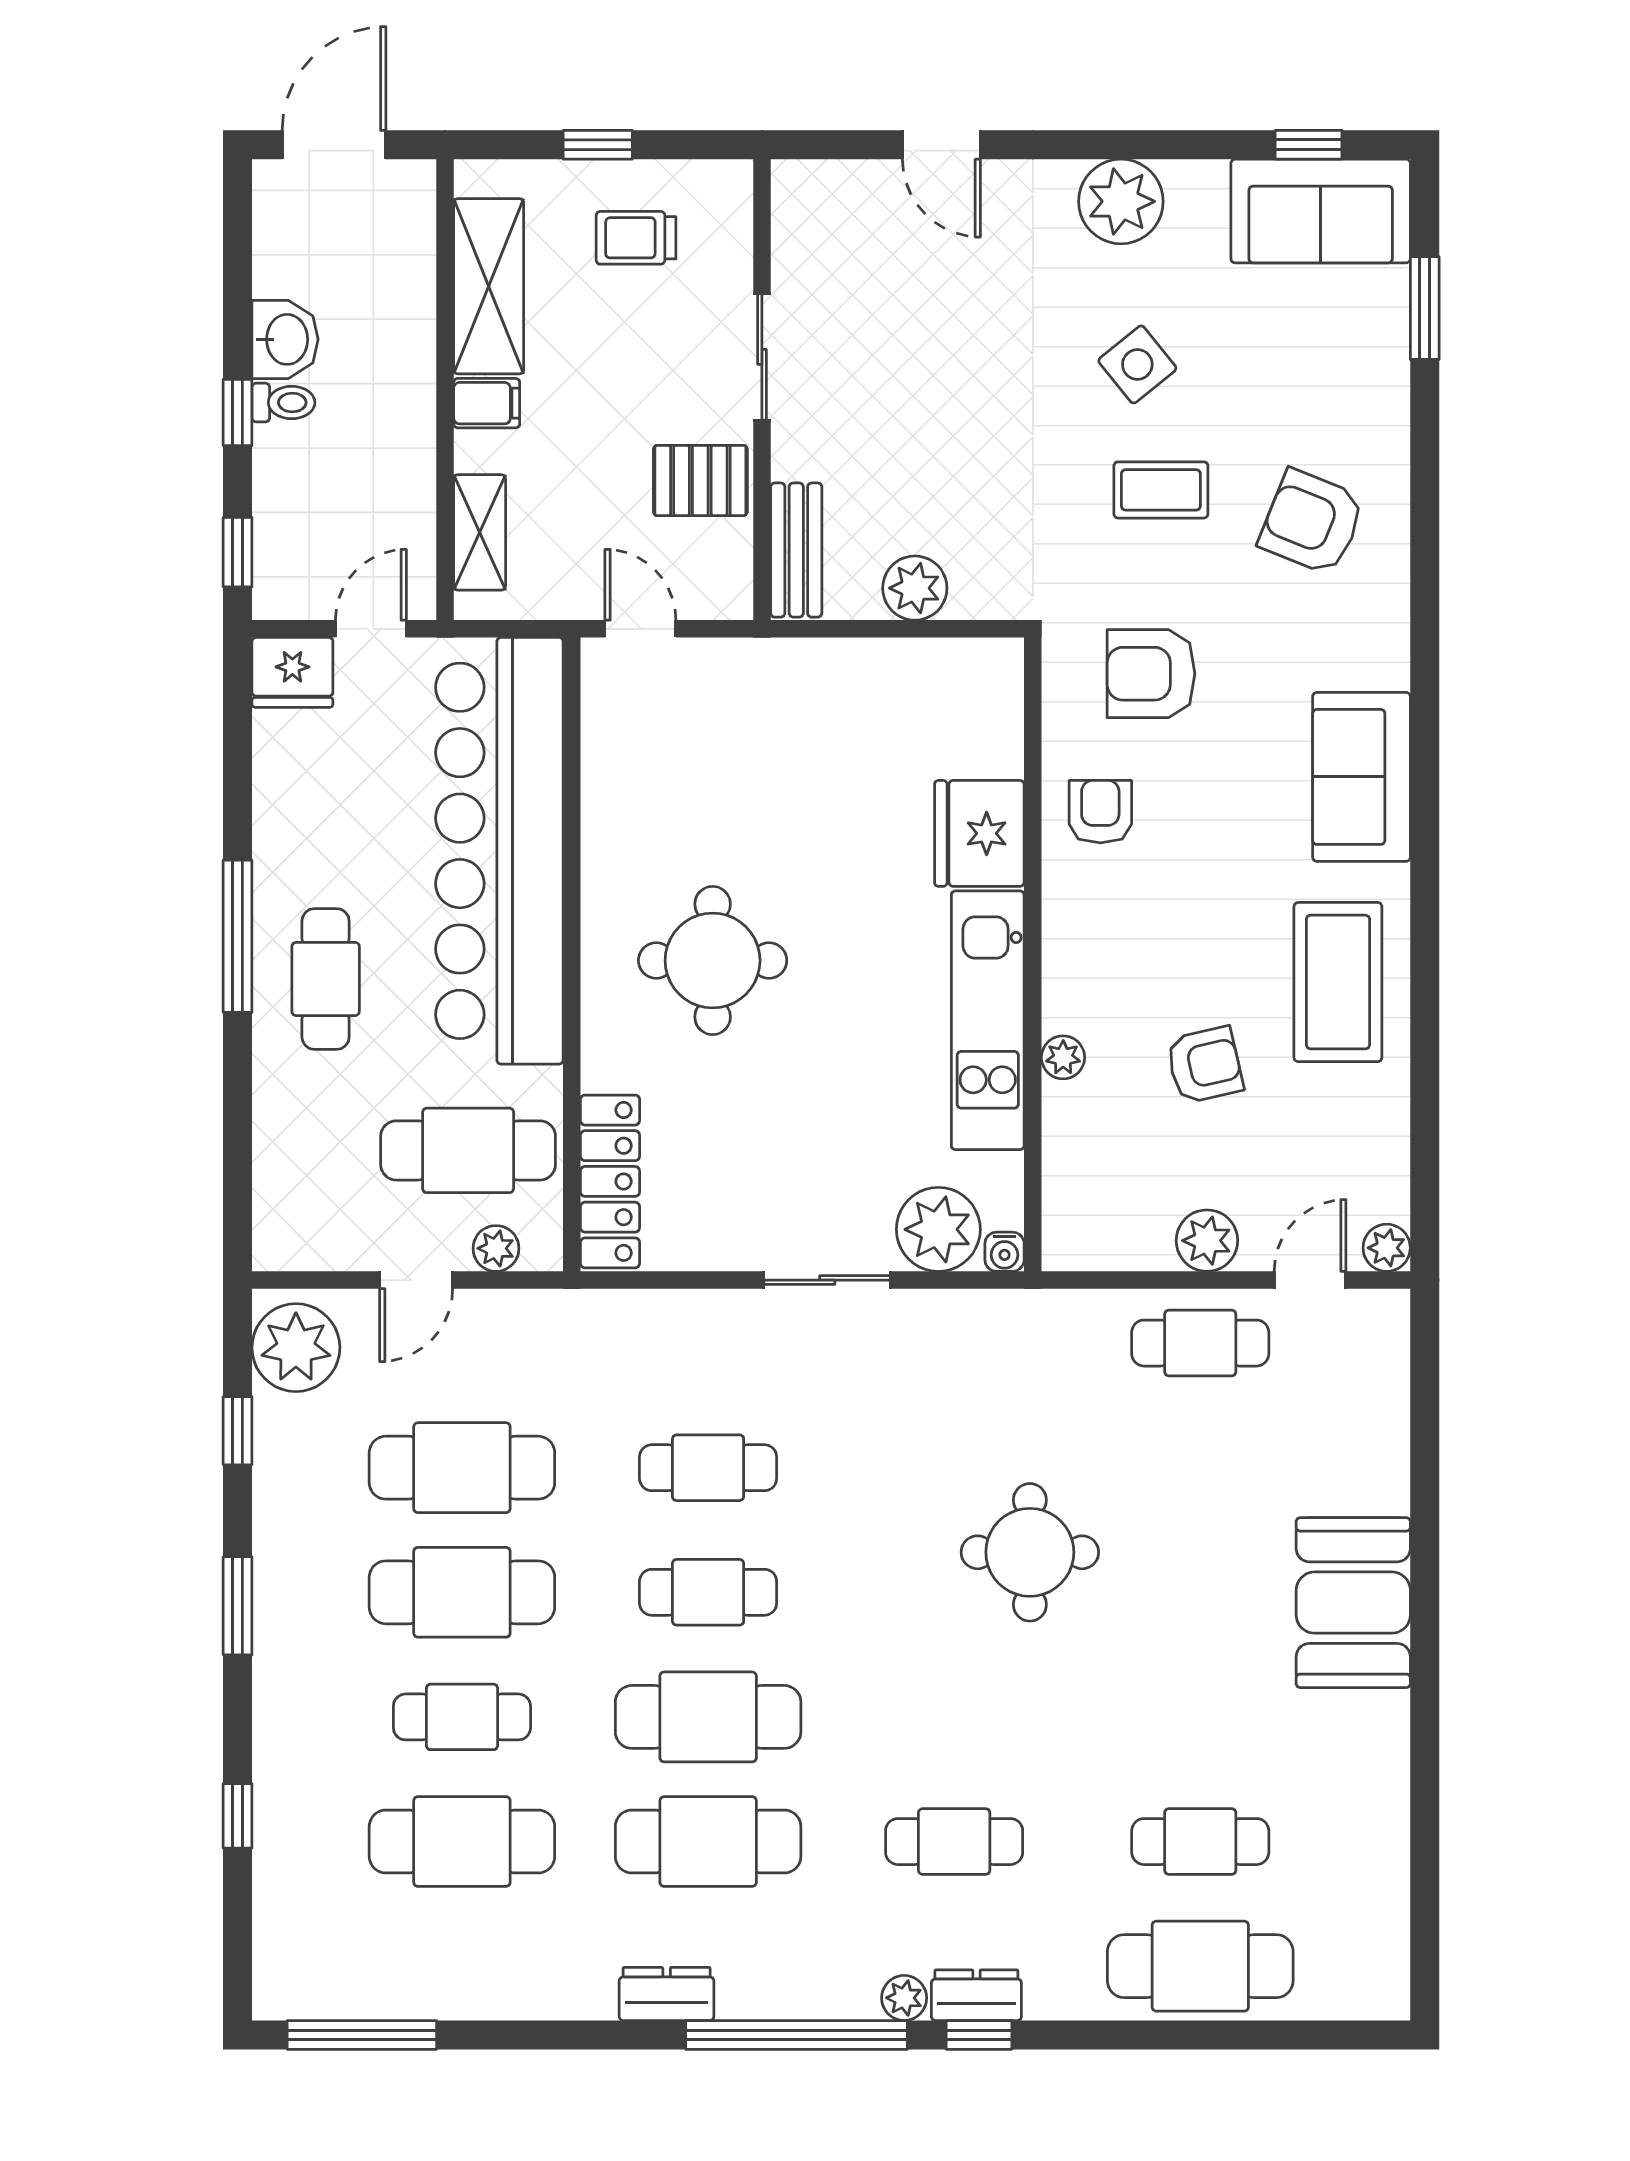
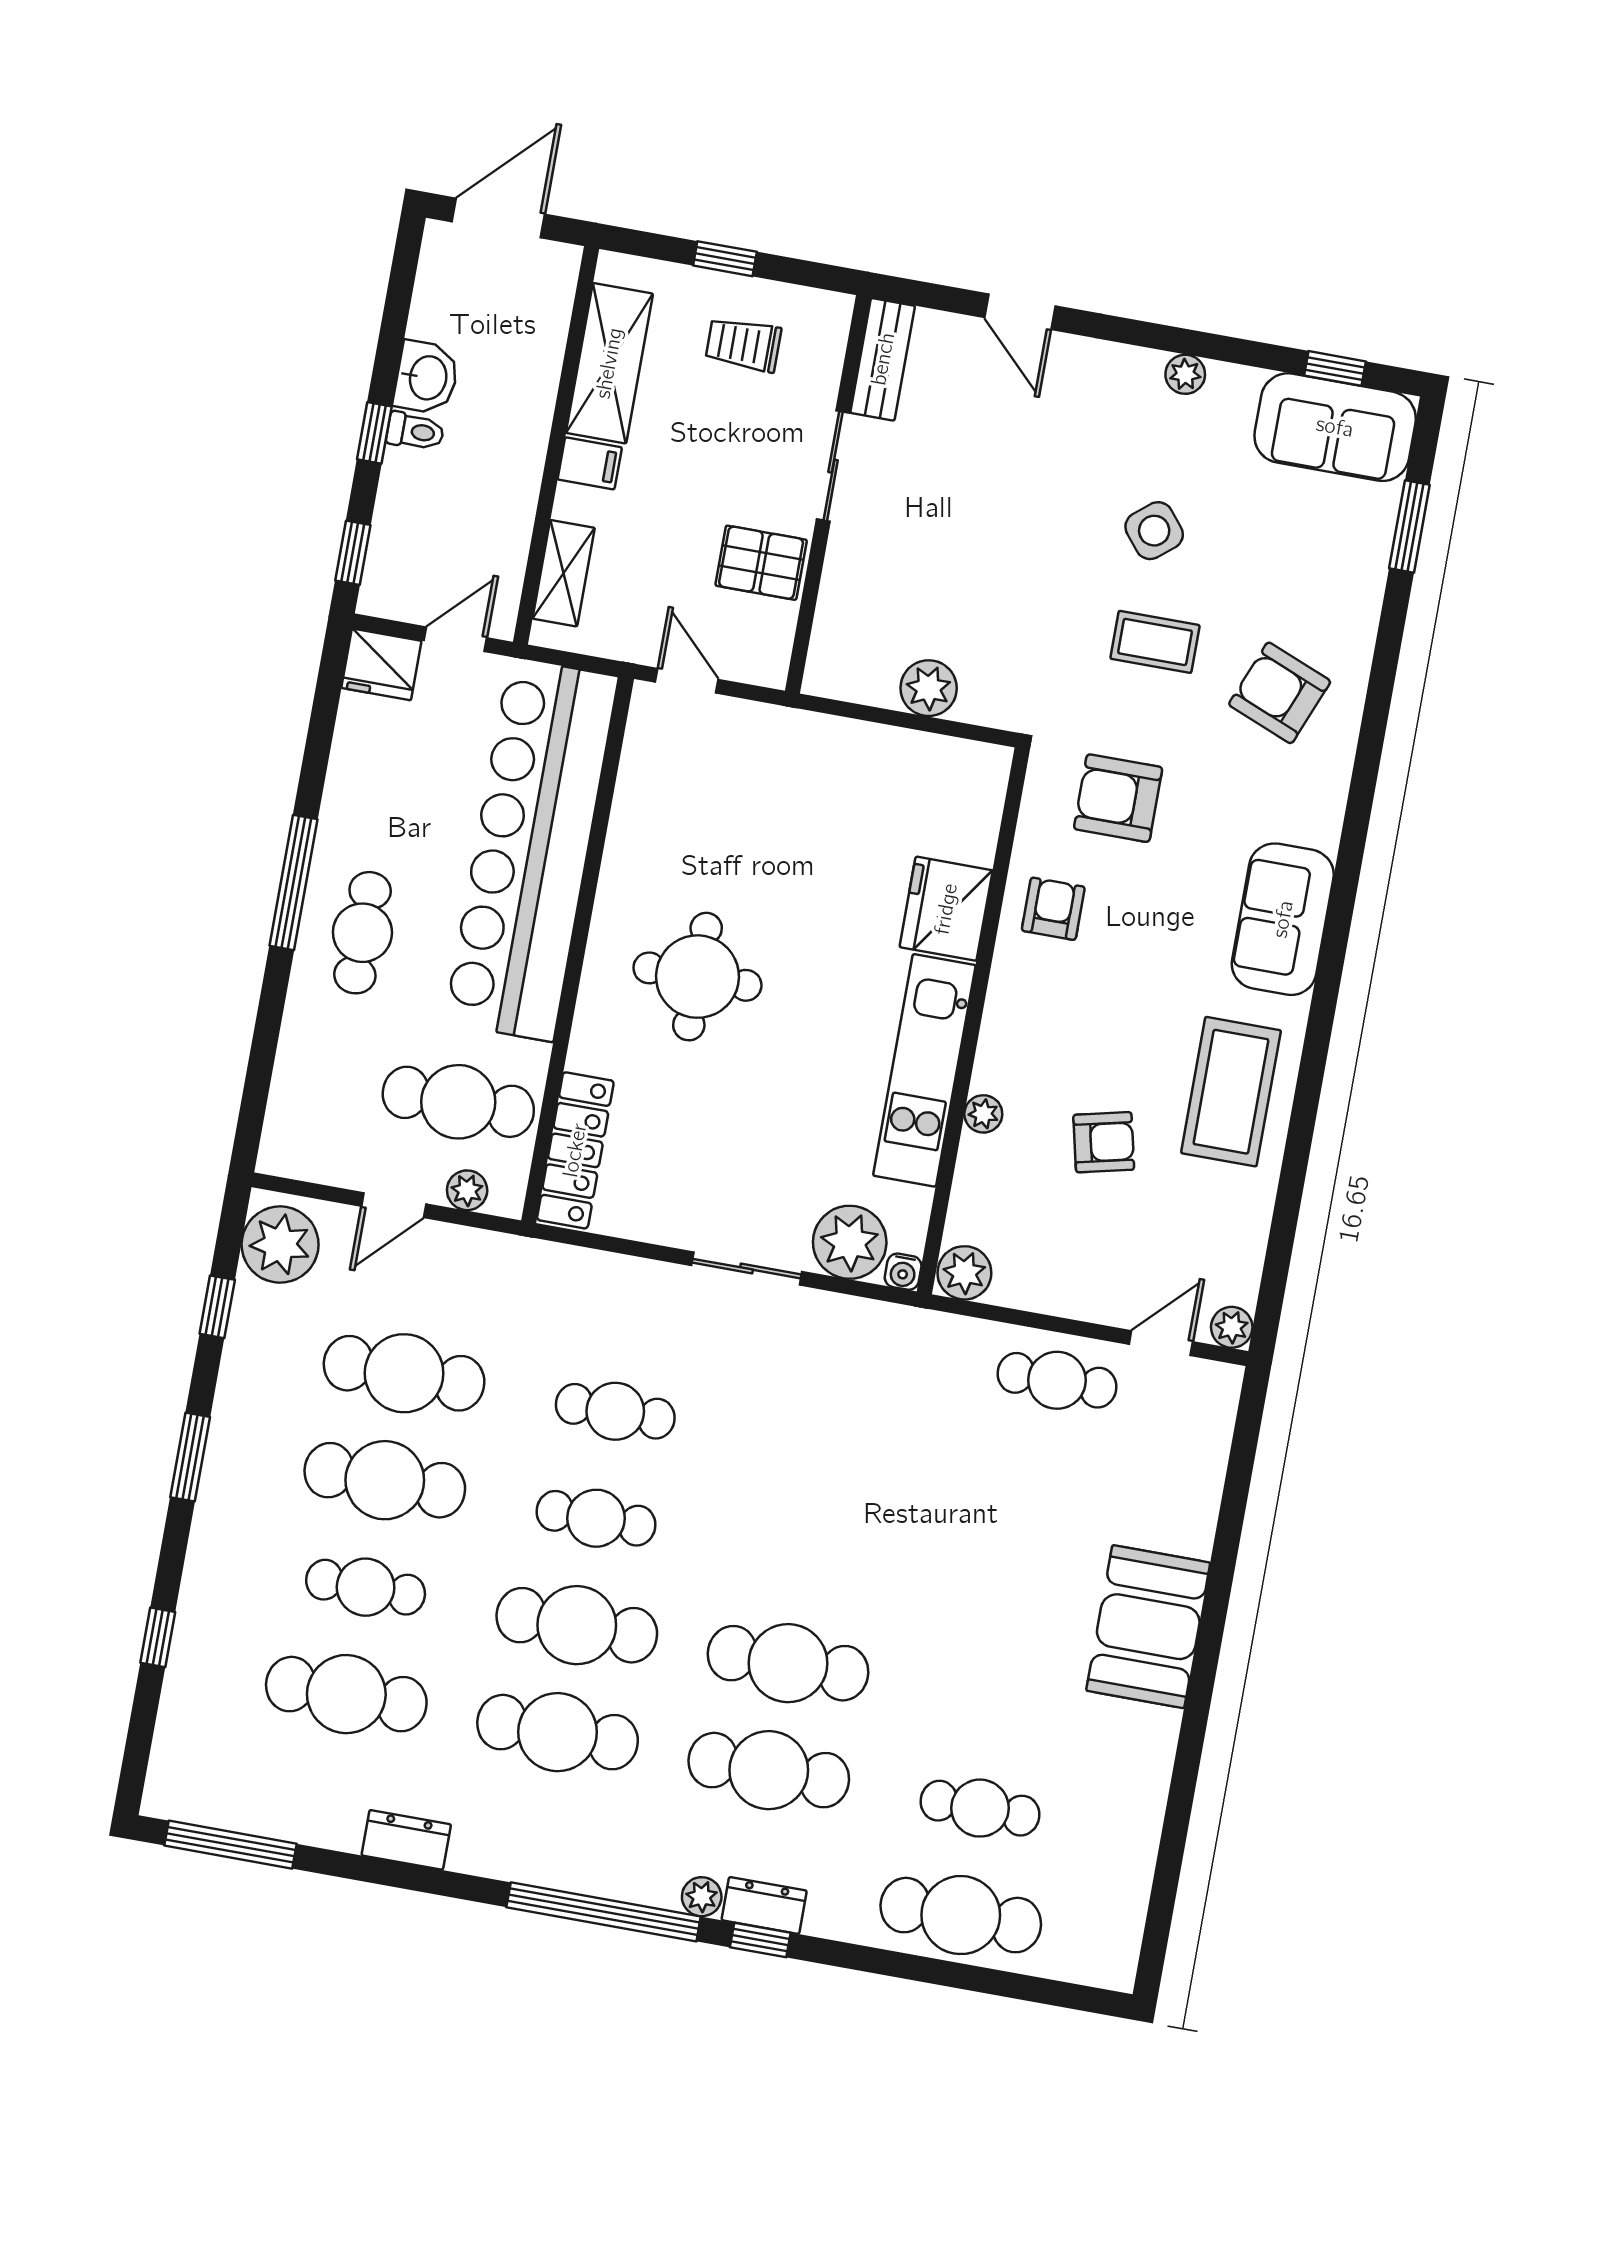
plant: (1121, 201) -> (1185, 374), width x0.53, depth x0.53
bench: (796, 550) -> (883, 359), moved
plant: (1207, 1241) -> (964, 1273), moved
round table: (1030, 1552) -> (878, 1534), removed
cafe table: (954, 1717) -> (788, 1663), added
cafe table: (954, 1842) -> (769, 1770), width x1.37, depth x1.35
dresser: (667, 1994) -> (406, 1840), moved

